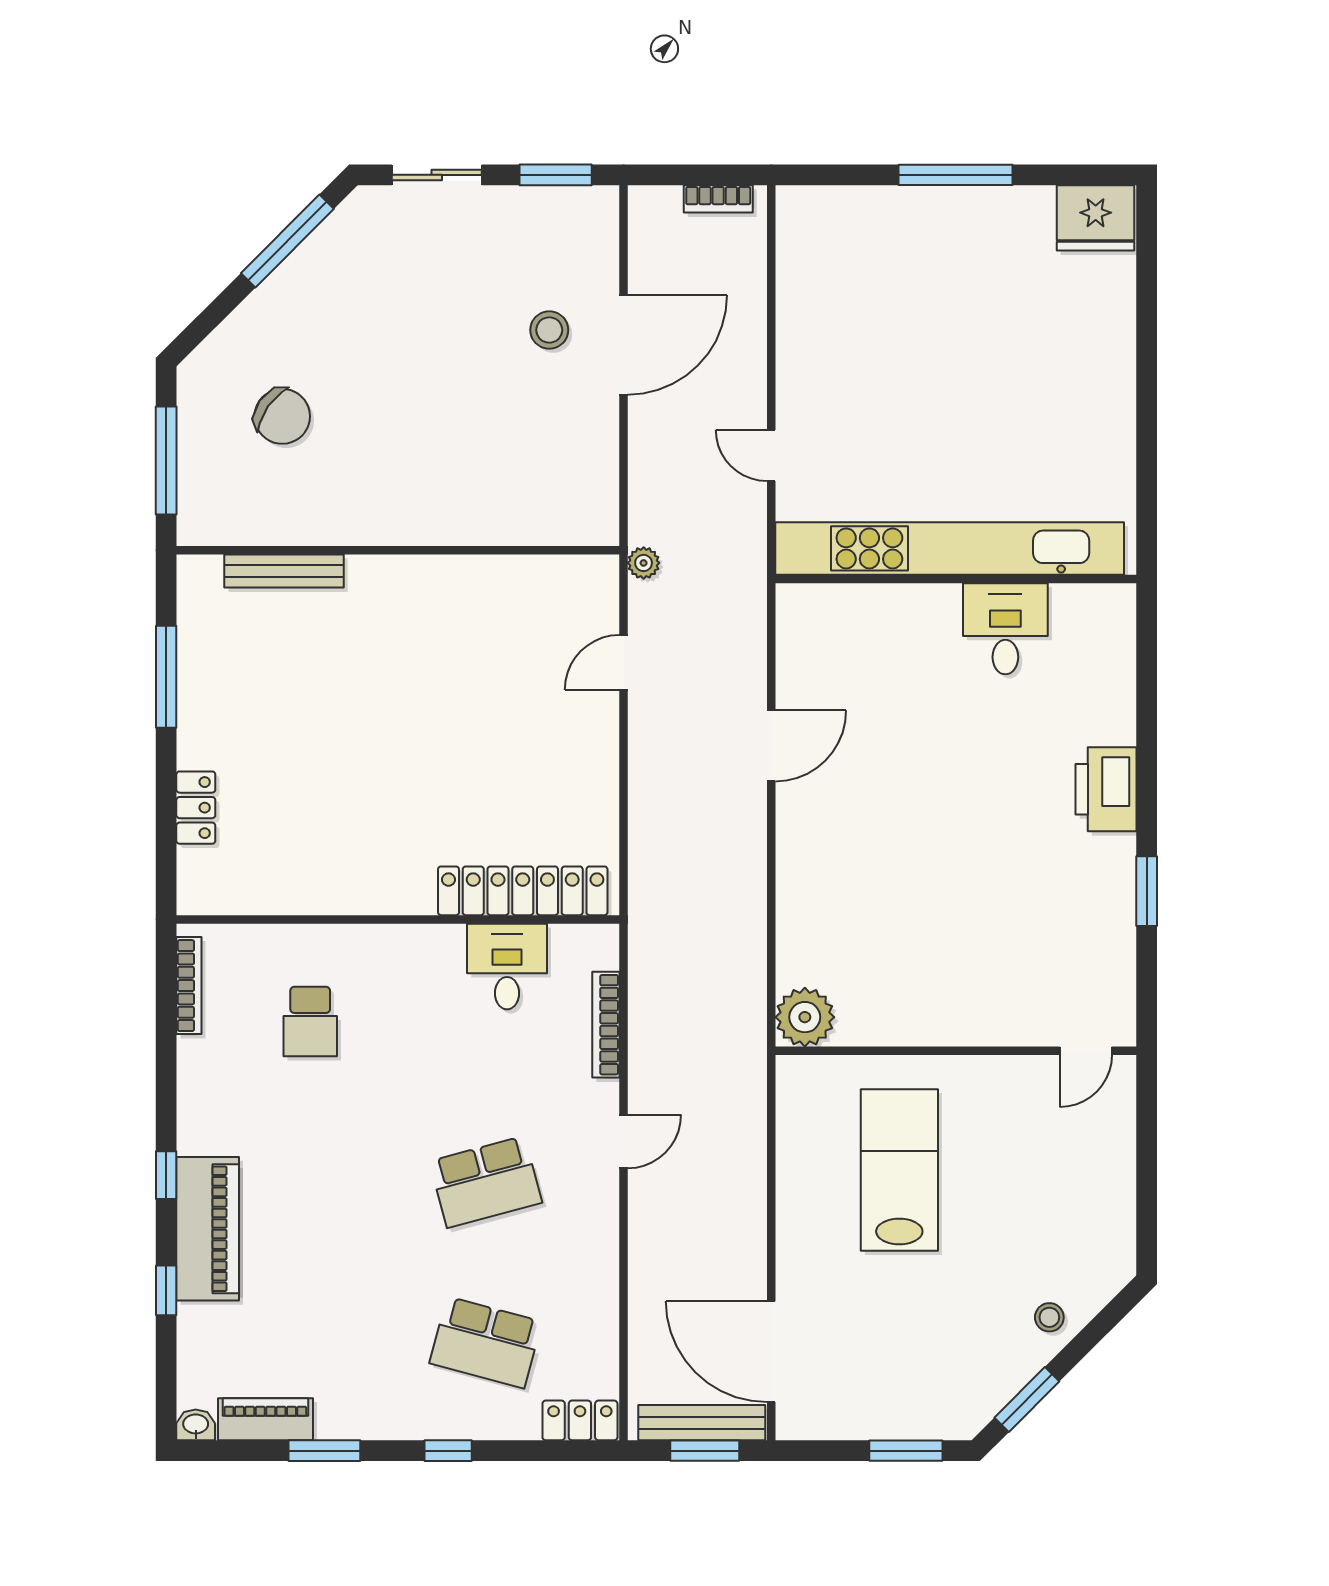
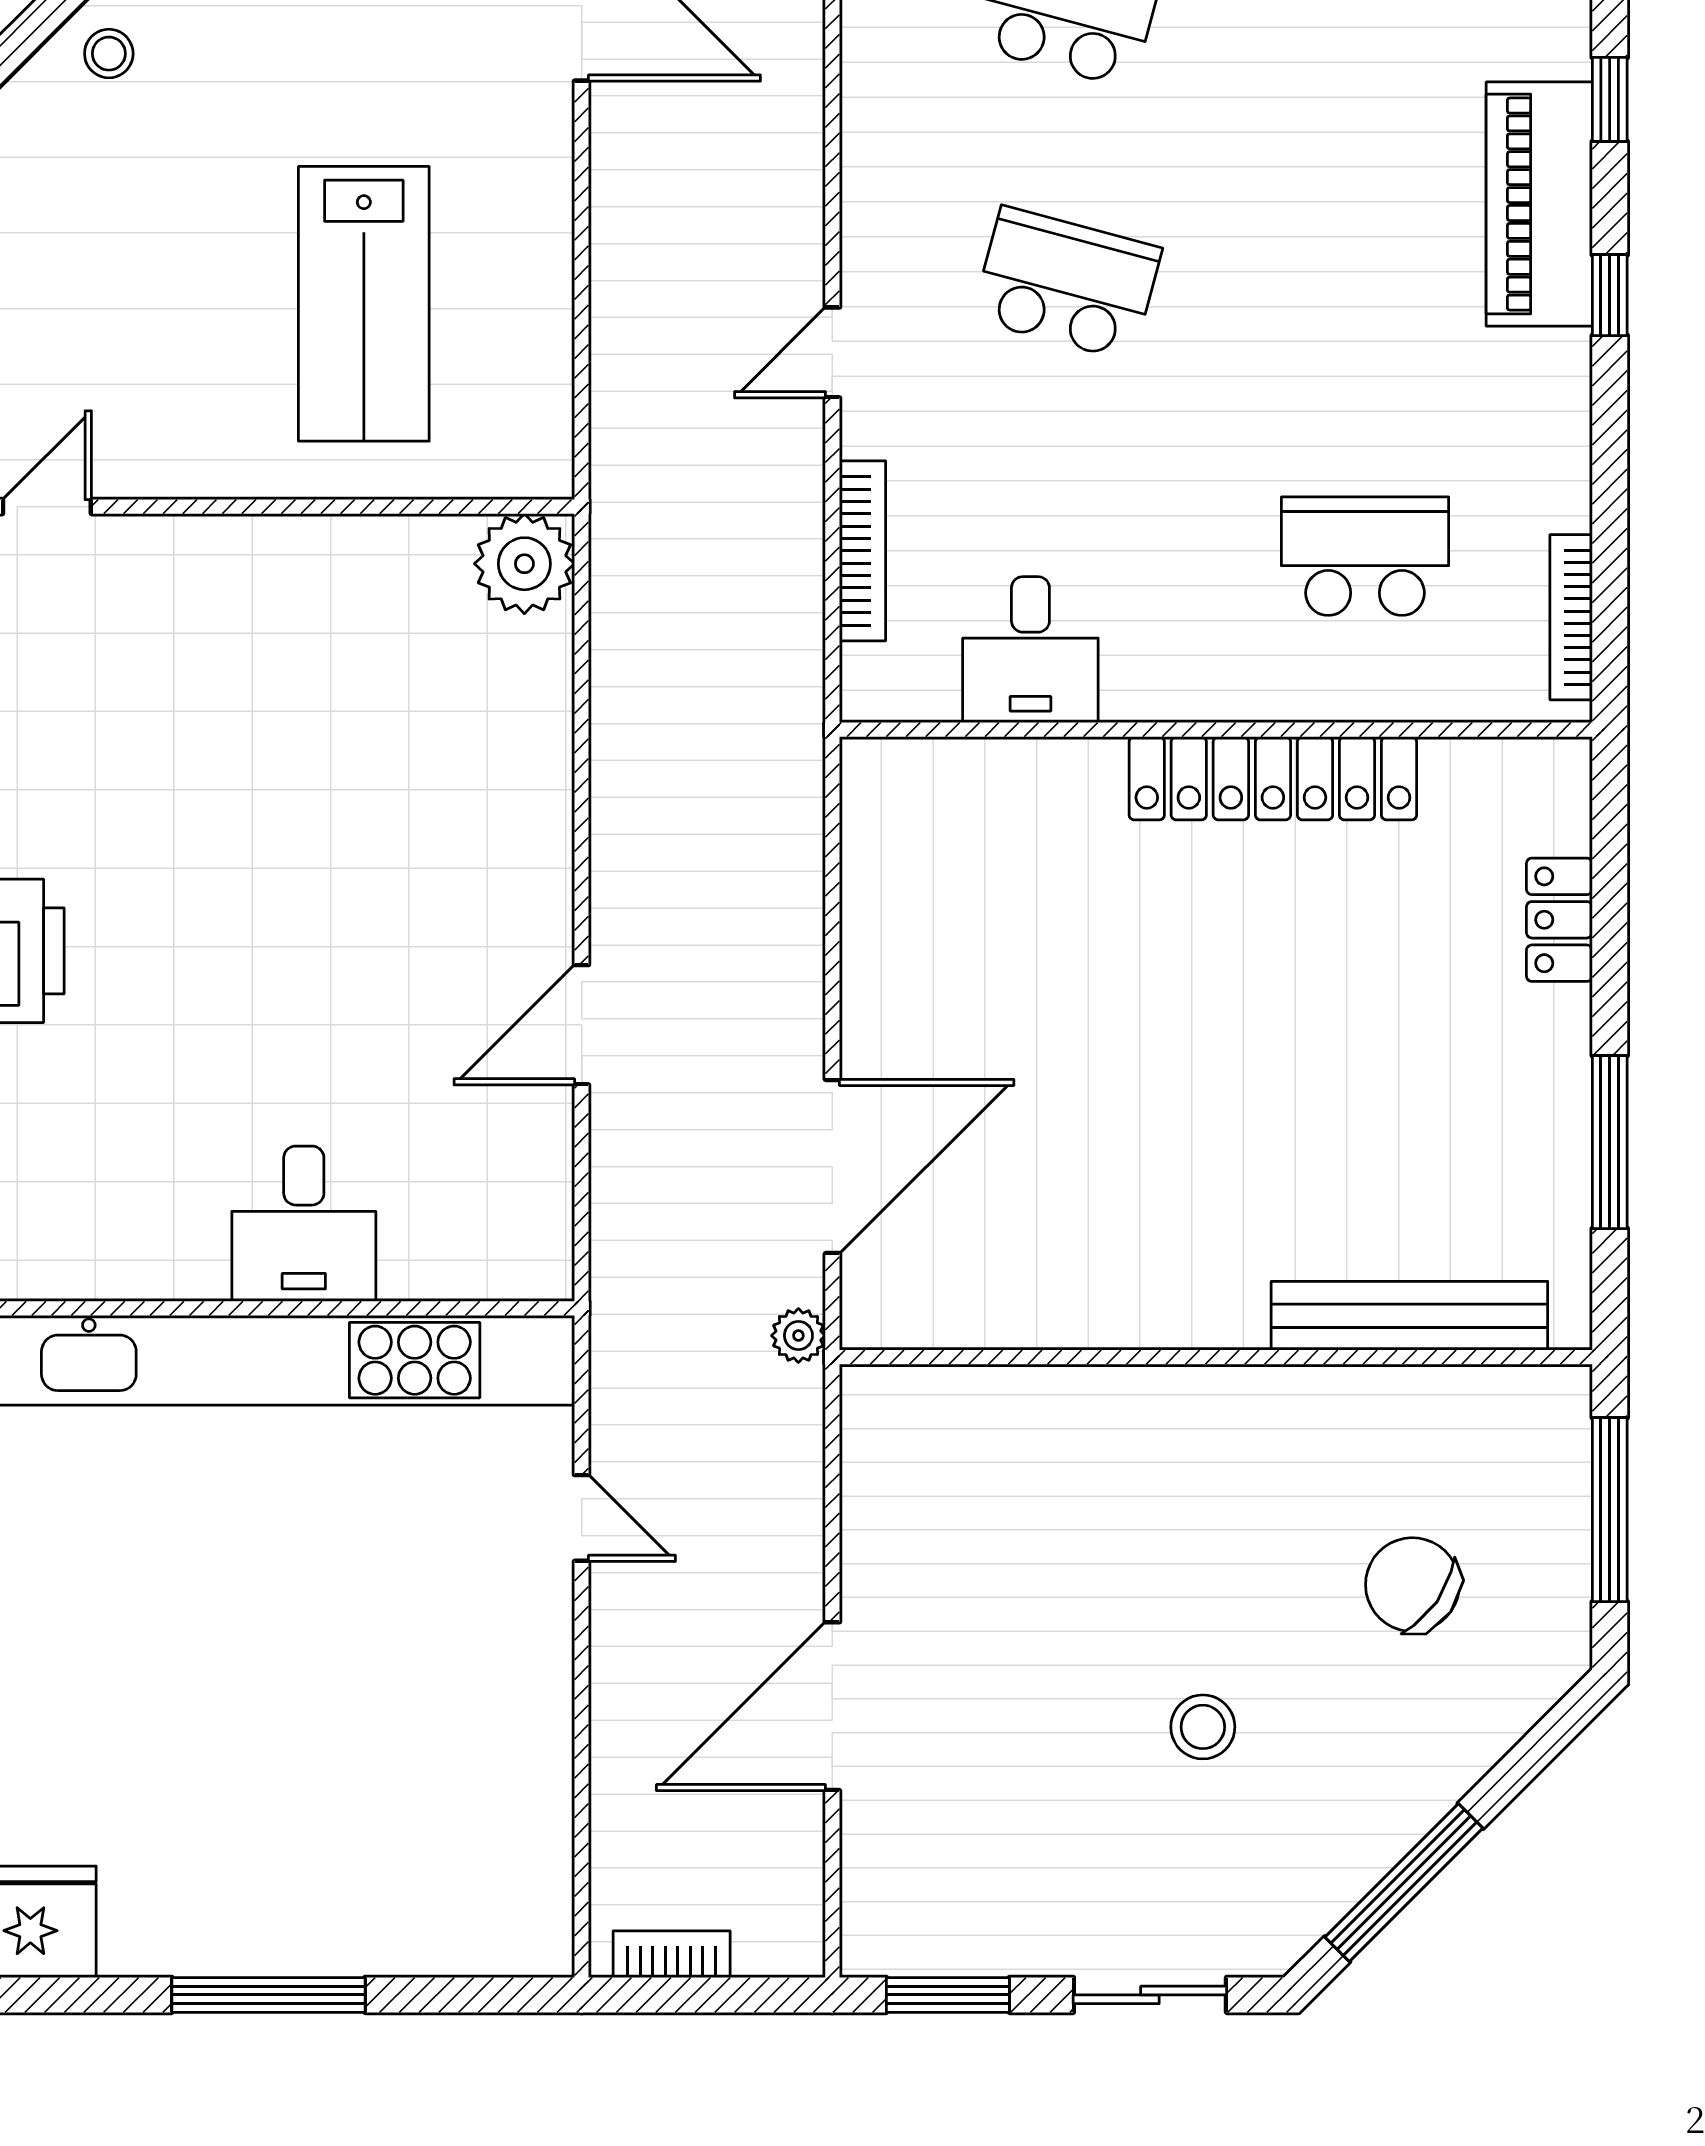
stool: (549, 330) -> (1203, 1727), moved
bench: (284, 571) -> (1409, 1316), width x1.37, depth x1.21
desk: (1005, 629) -> (304, 1224), moved
door: (624, 662) -> (832, 1166), width x1.88
locker: (523, 891) -> (1273, 778), moved
school desk: (310, 1022) -> (1365, 556), width x1.85
school desk: (486, 1182) -> (1067, 284), turned 30

